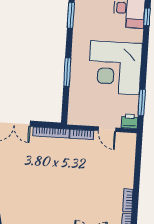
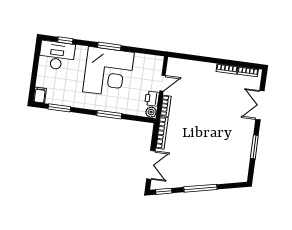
window: (142, 102) -> (109, 46), moved
plant: (73, 119) -> (151, 112), added
printer: (130, 121) -> (152, 99), moved

